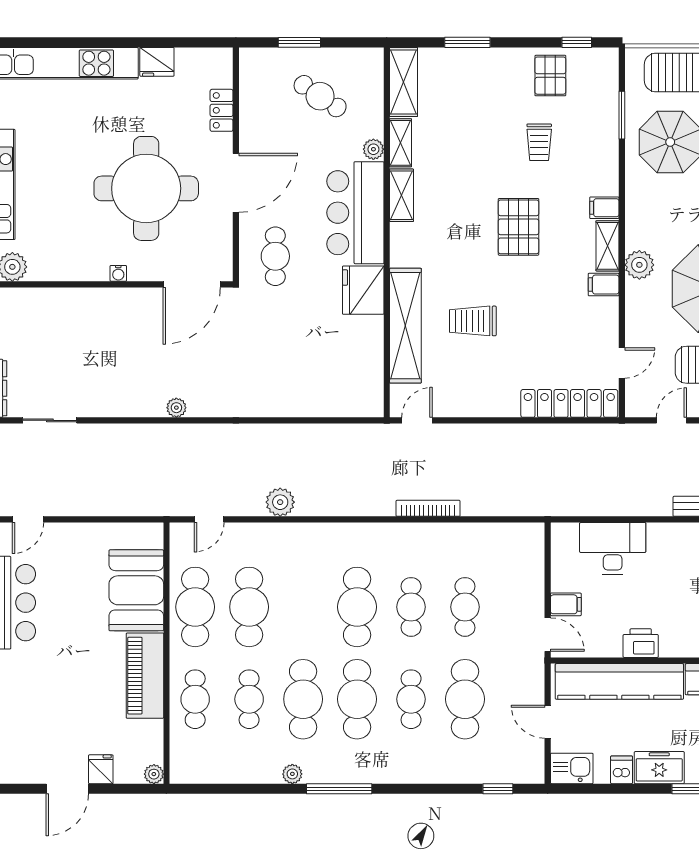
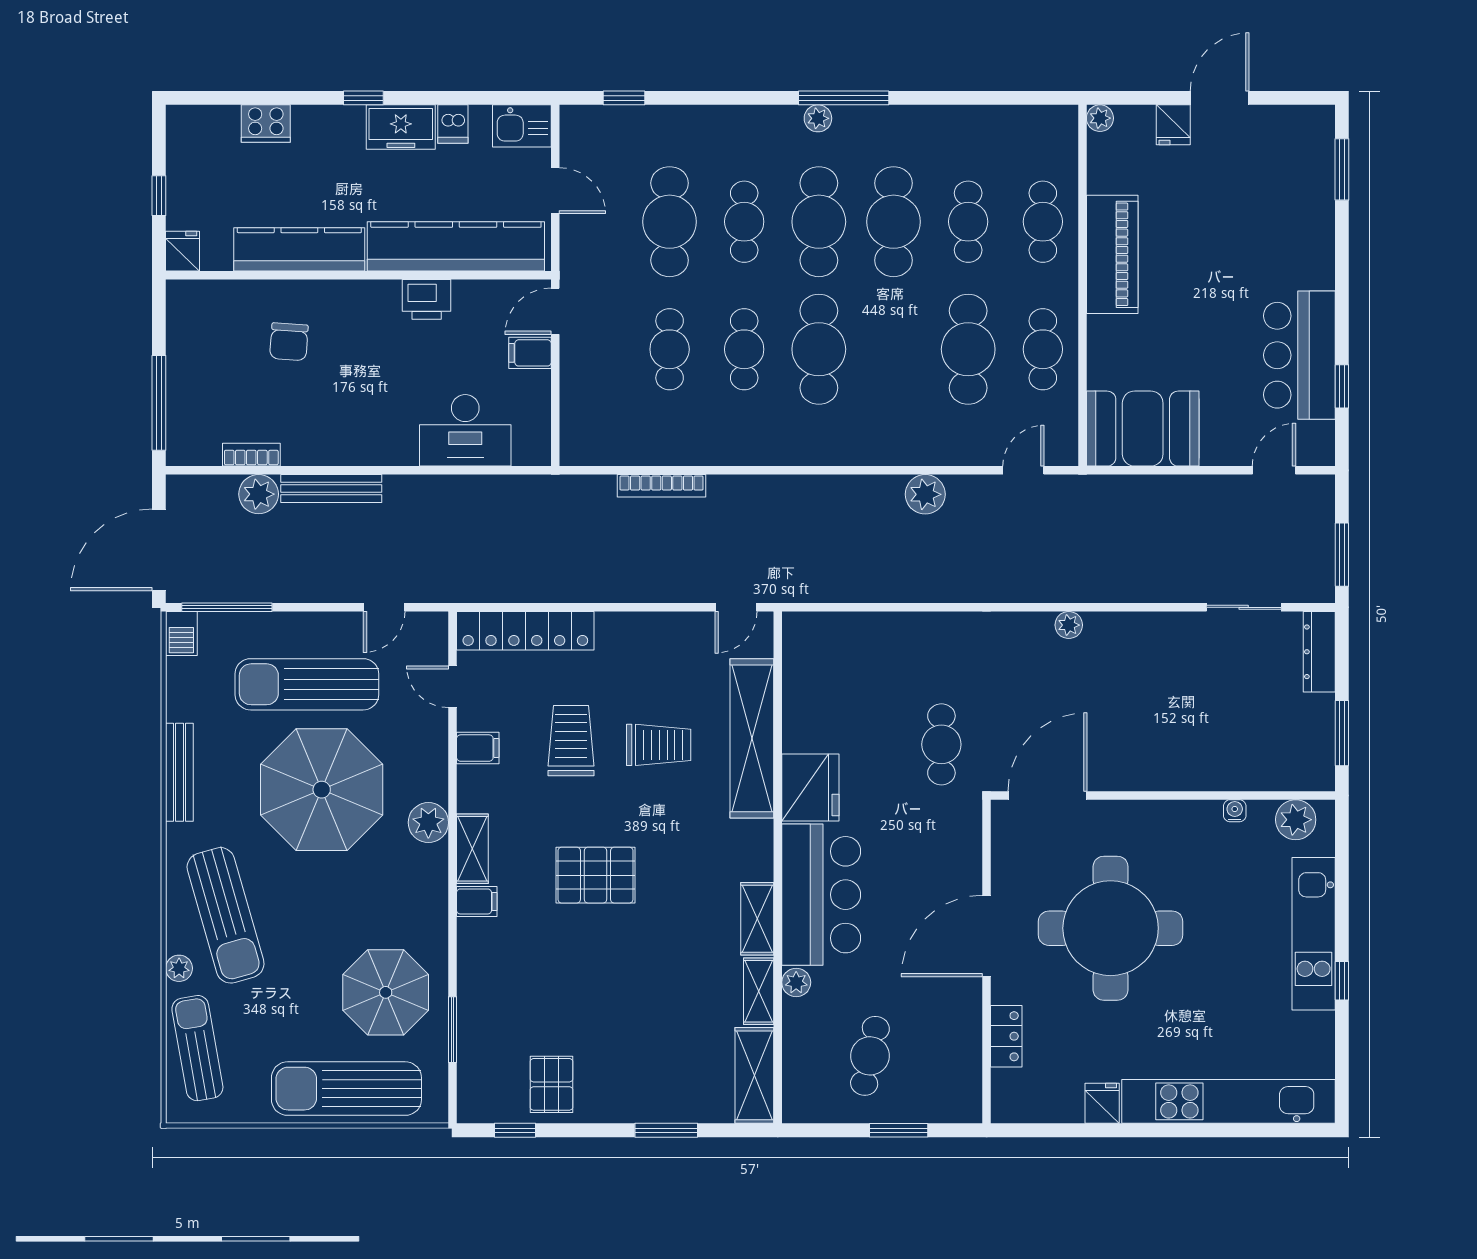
fridge: (157, 62) -> (1102, 1103), width x0.72
cafe table: (320, 96) -> (870, 1056), turned 68
trolley: (539, 142) -> (571, 741), moved, width x1.36, depth x1.39
pallet: (519, 227) -> (595, 875), turned 90
cafe table: (275, 256) -> (941, 744), moved
water cooler: (118, 273) -> (1235, 811), moved
filing cabinet: (604, 285) -> (478, 748), moved
door: (622, 363) -> (453, 687), hinge flipped
bookcase: (428, 508) -> (662, 486), moved
booth: (136, 590) -> (1143, 429), moved, turned 90
cafe table: (195, 607) -> (1043, 349), width x0.73, depth x0.74
door: (548, 635) -> (555, 311), hinge flipped
plant: (292, 774) -> (818, 118), moved

